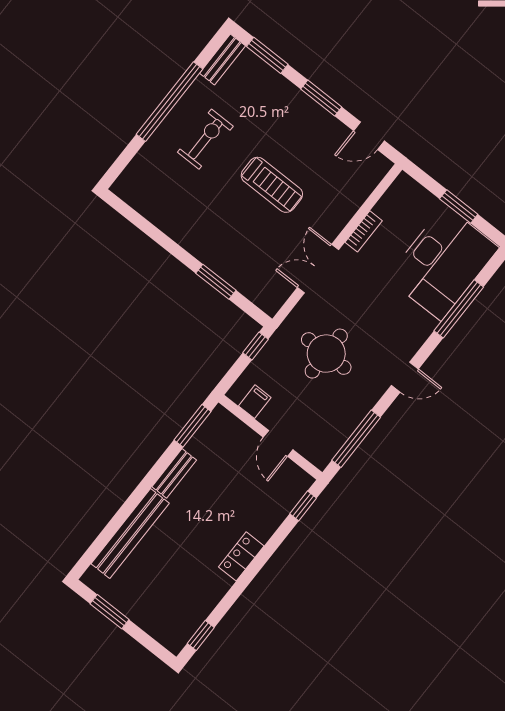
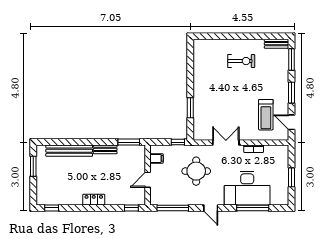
window: (169, 102) -> (245, 36), removed
treadmill: (272, 185) -> (266, 115), moved
desk: (443, 263) -> (247, 188), moved

